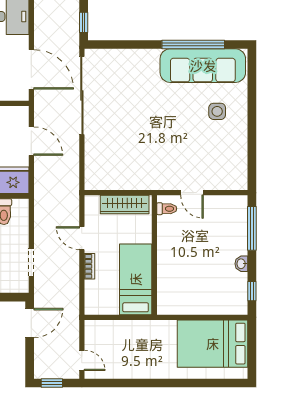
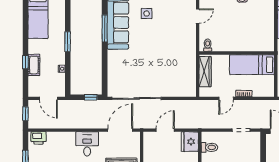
window: (193, 45) -> (105, 28), width x0.68
door: (192, 193) -> (198, 16), moved

